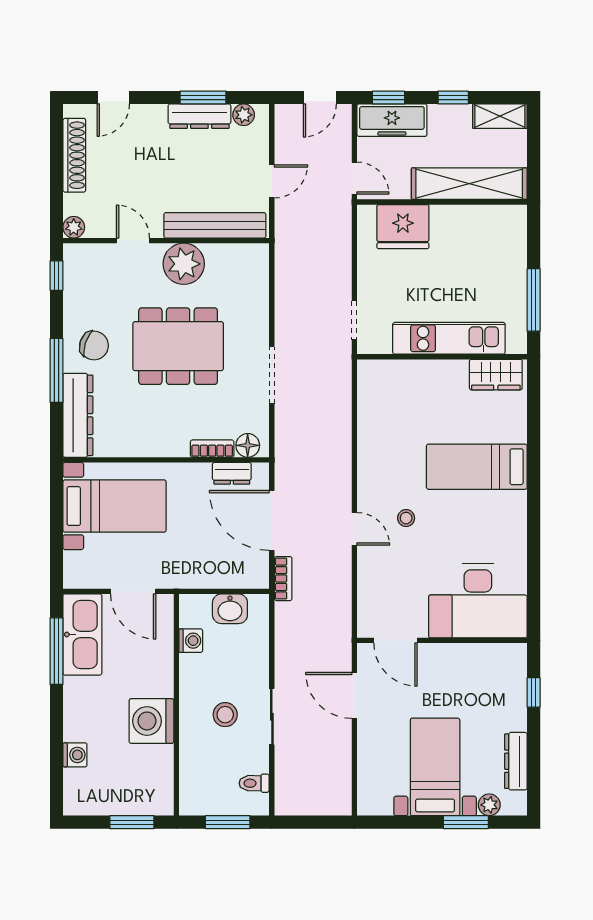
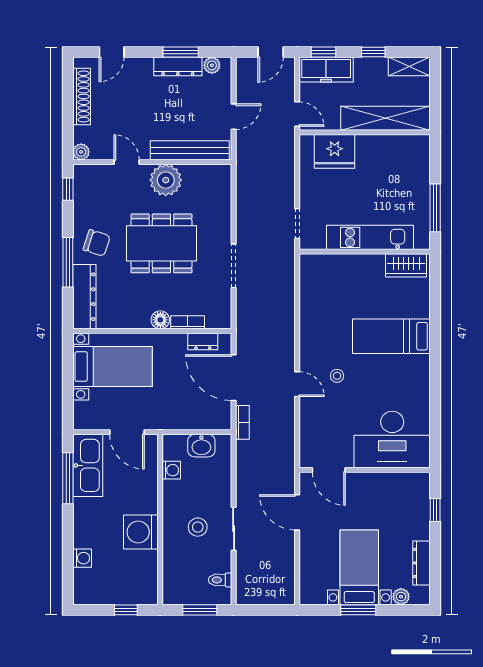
floor lamp: (248, 445) -> (160, 320), moved
window: (132, 822) -> (126, 610), width x0.67
window: (466, 822) -> (358, 610), moved

